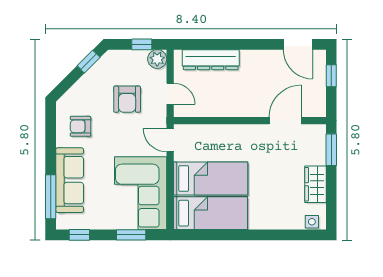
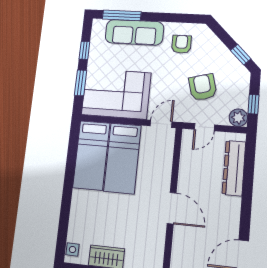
armchair: (127, 99) -> (203, 87), turned 75
door: (285, 121) -> (172, 208), moved
window: (79, 235) -> (84, 50), moved

